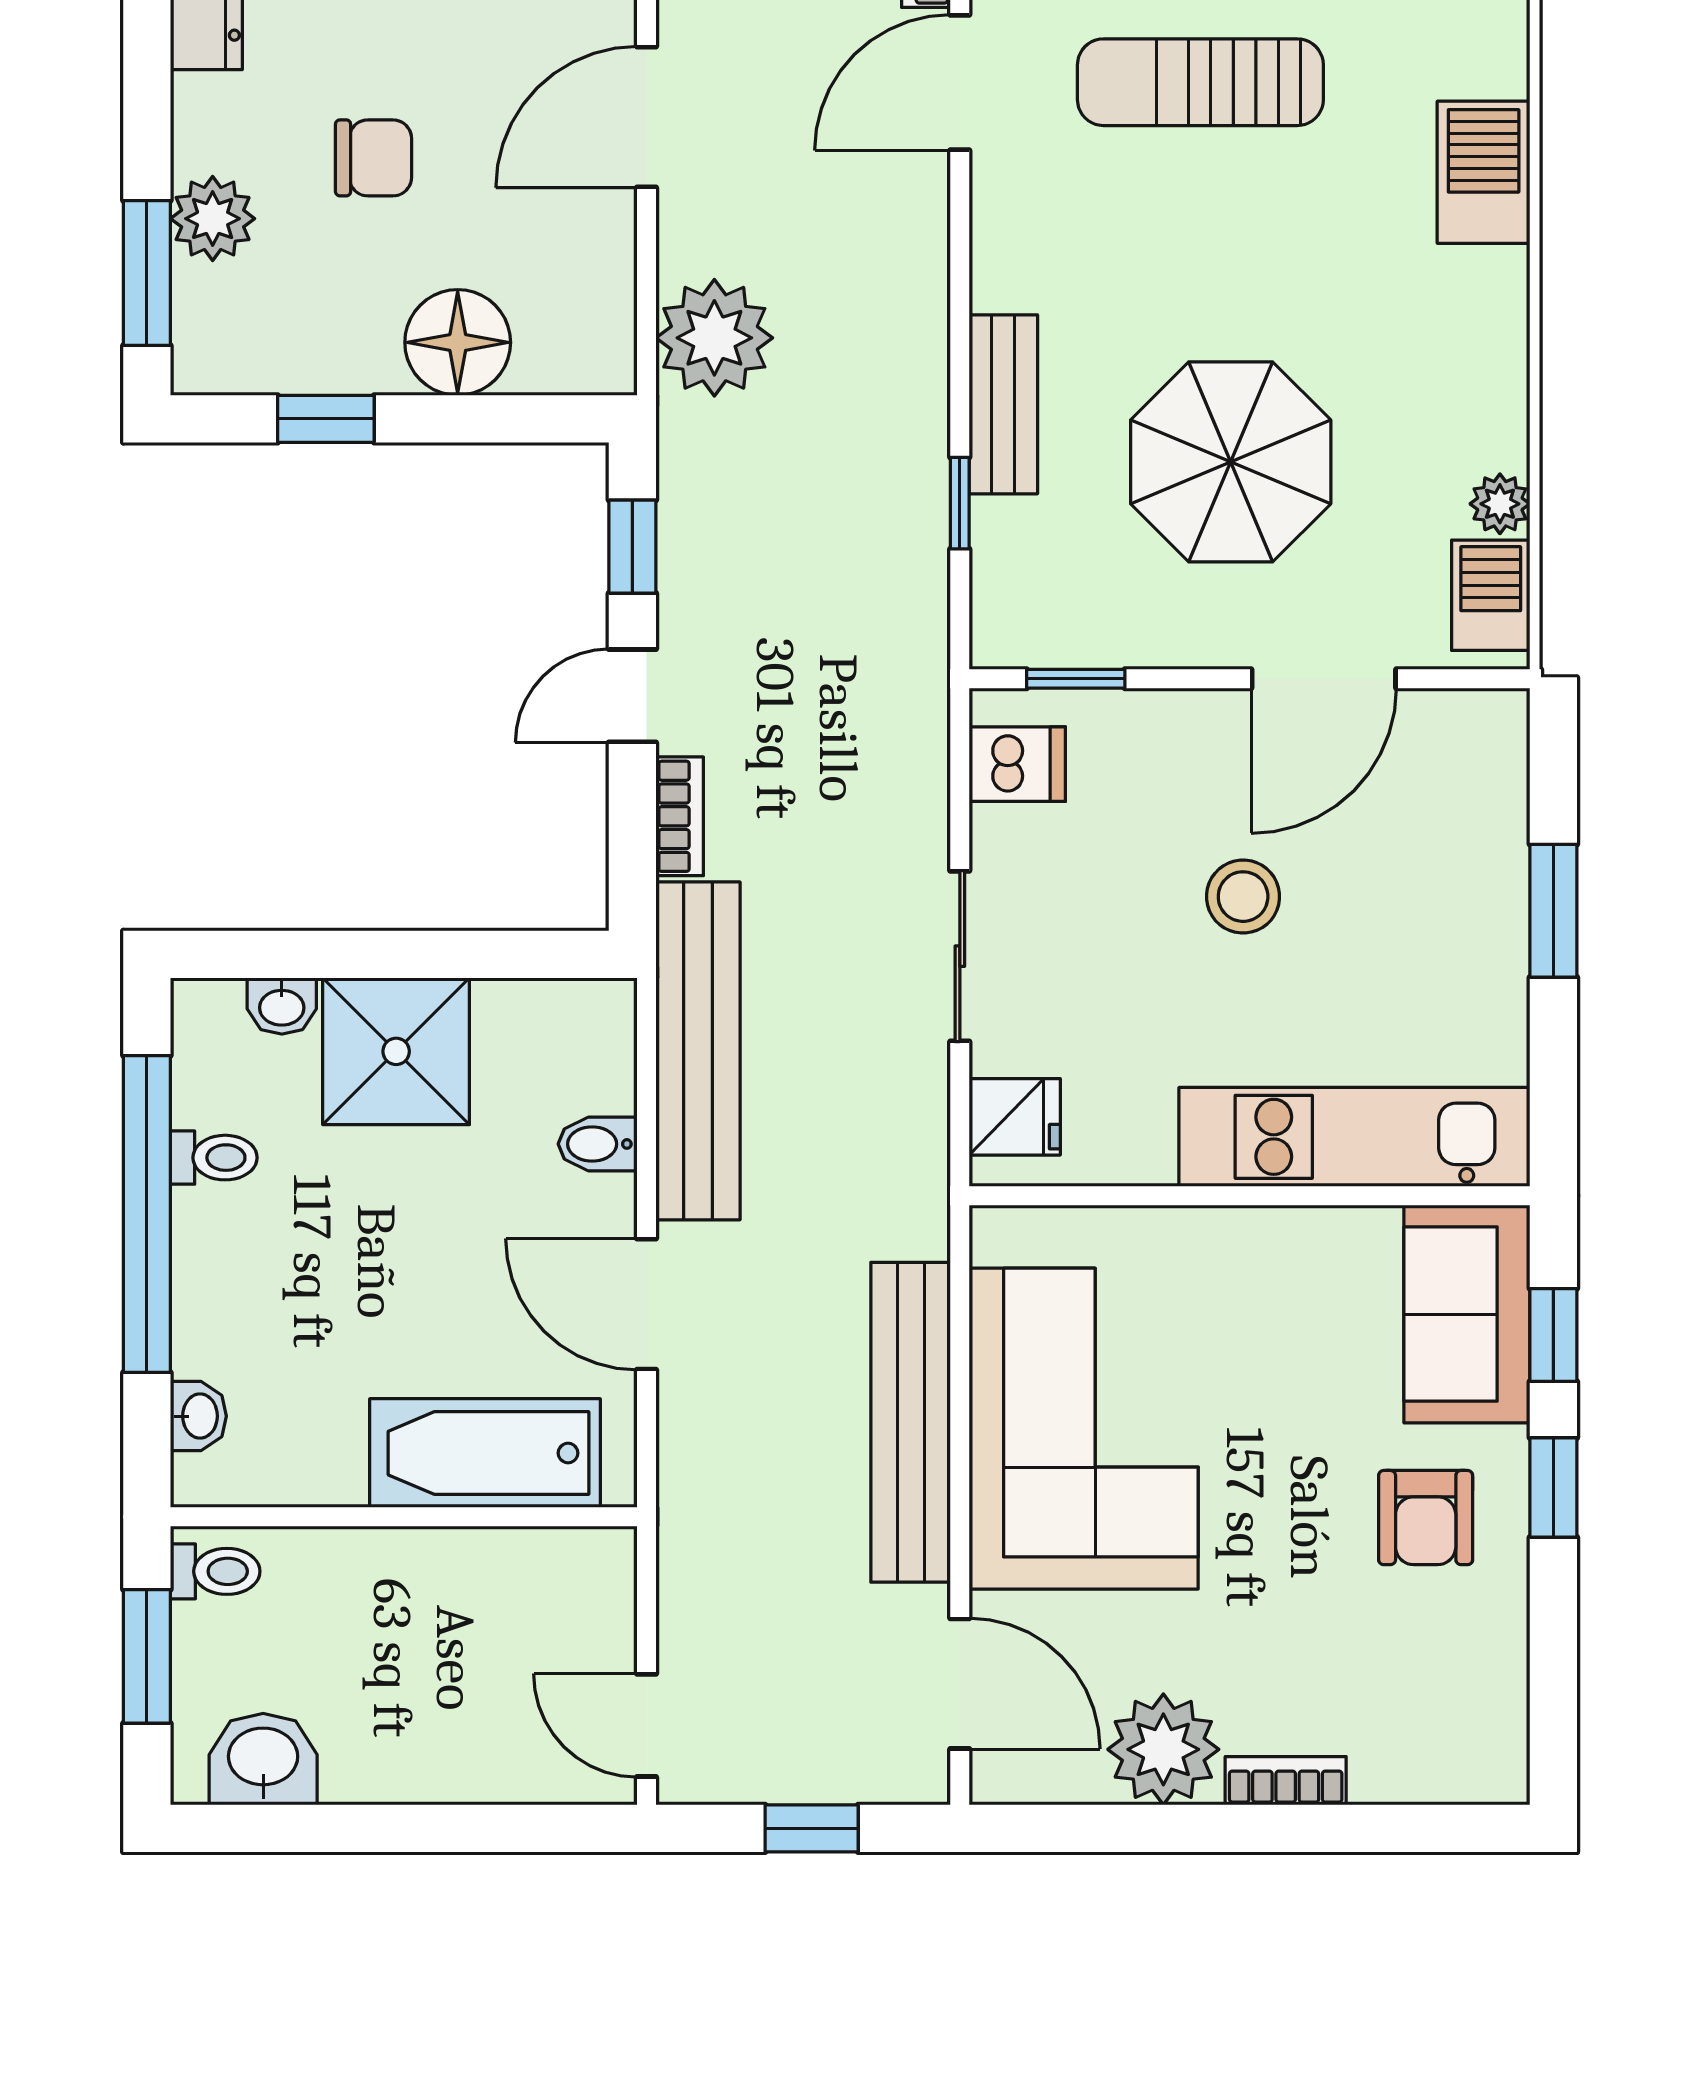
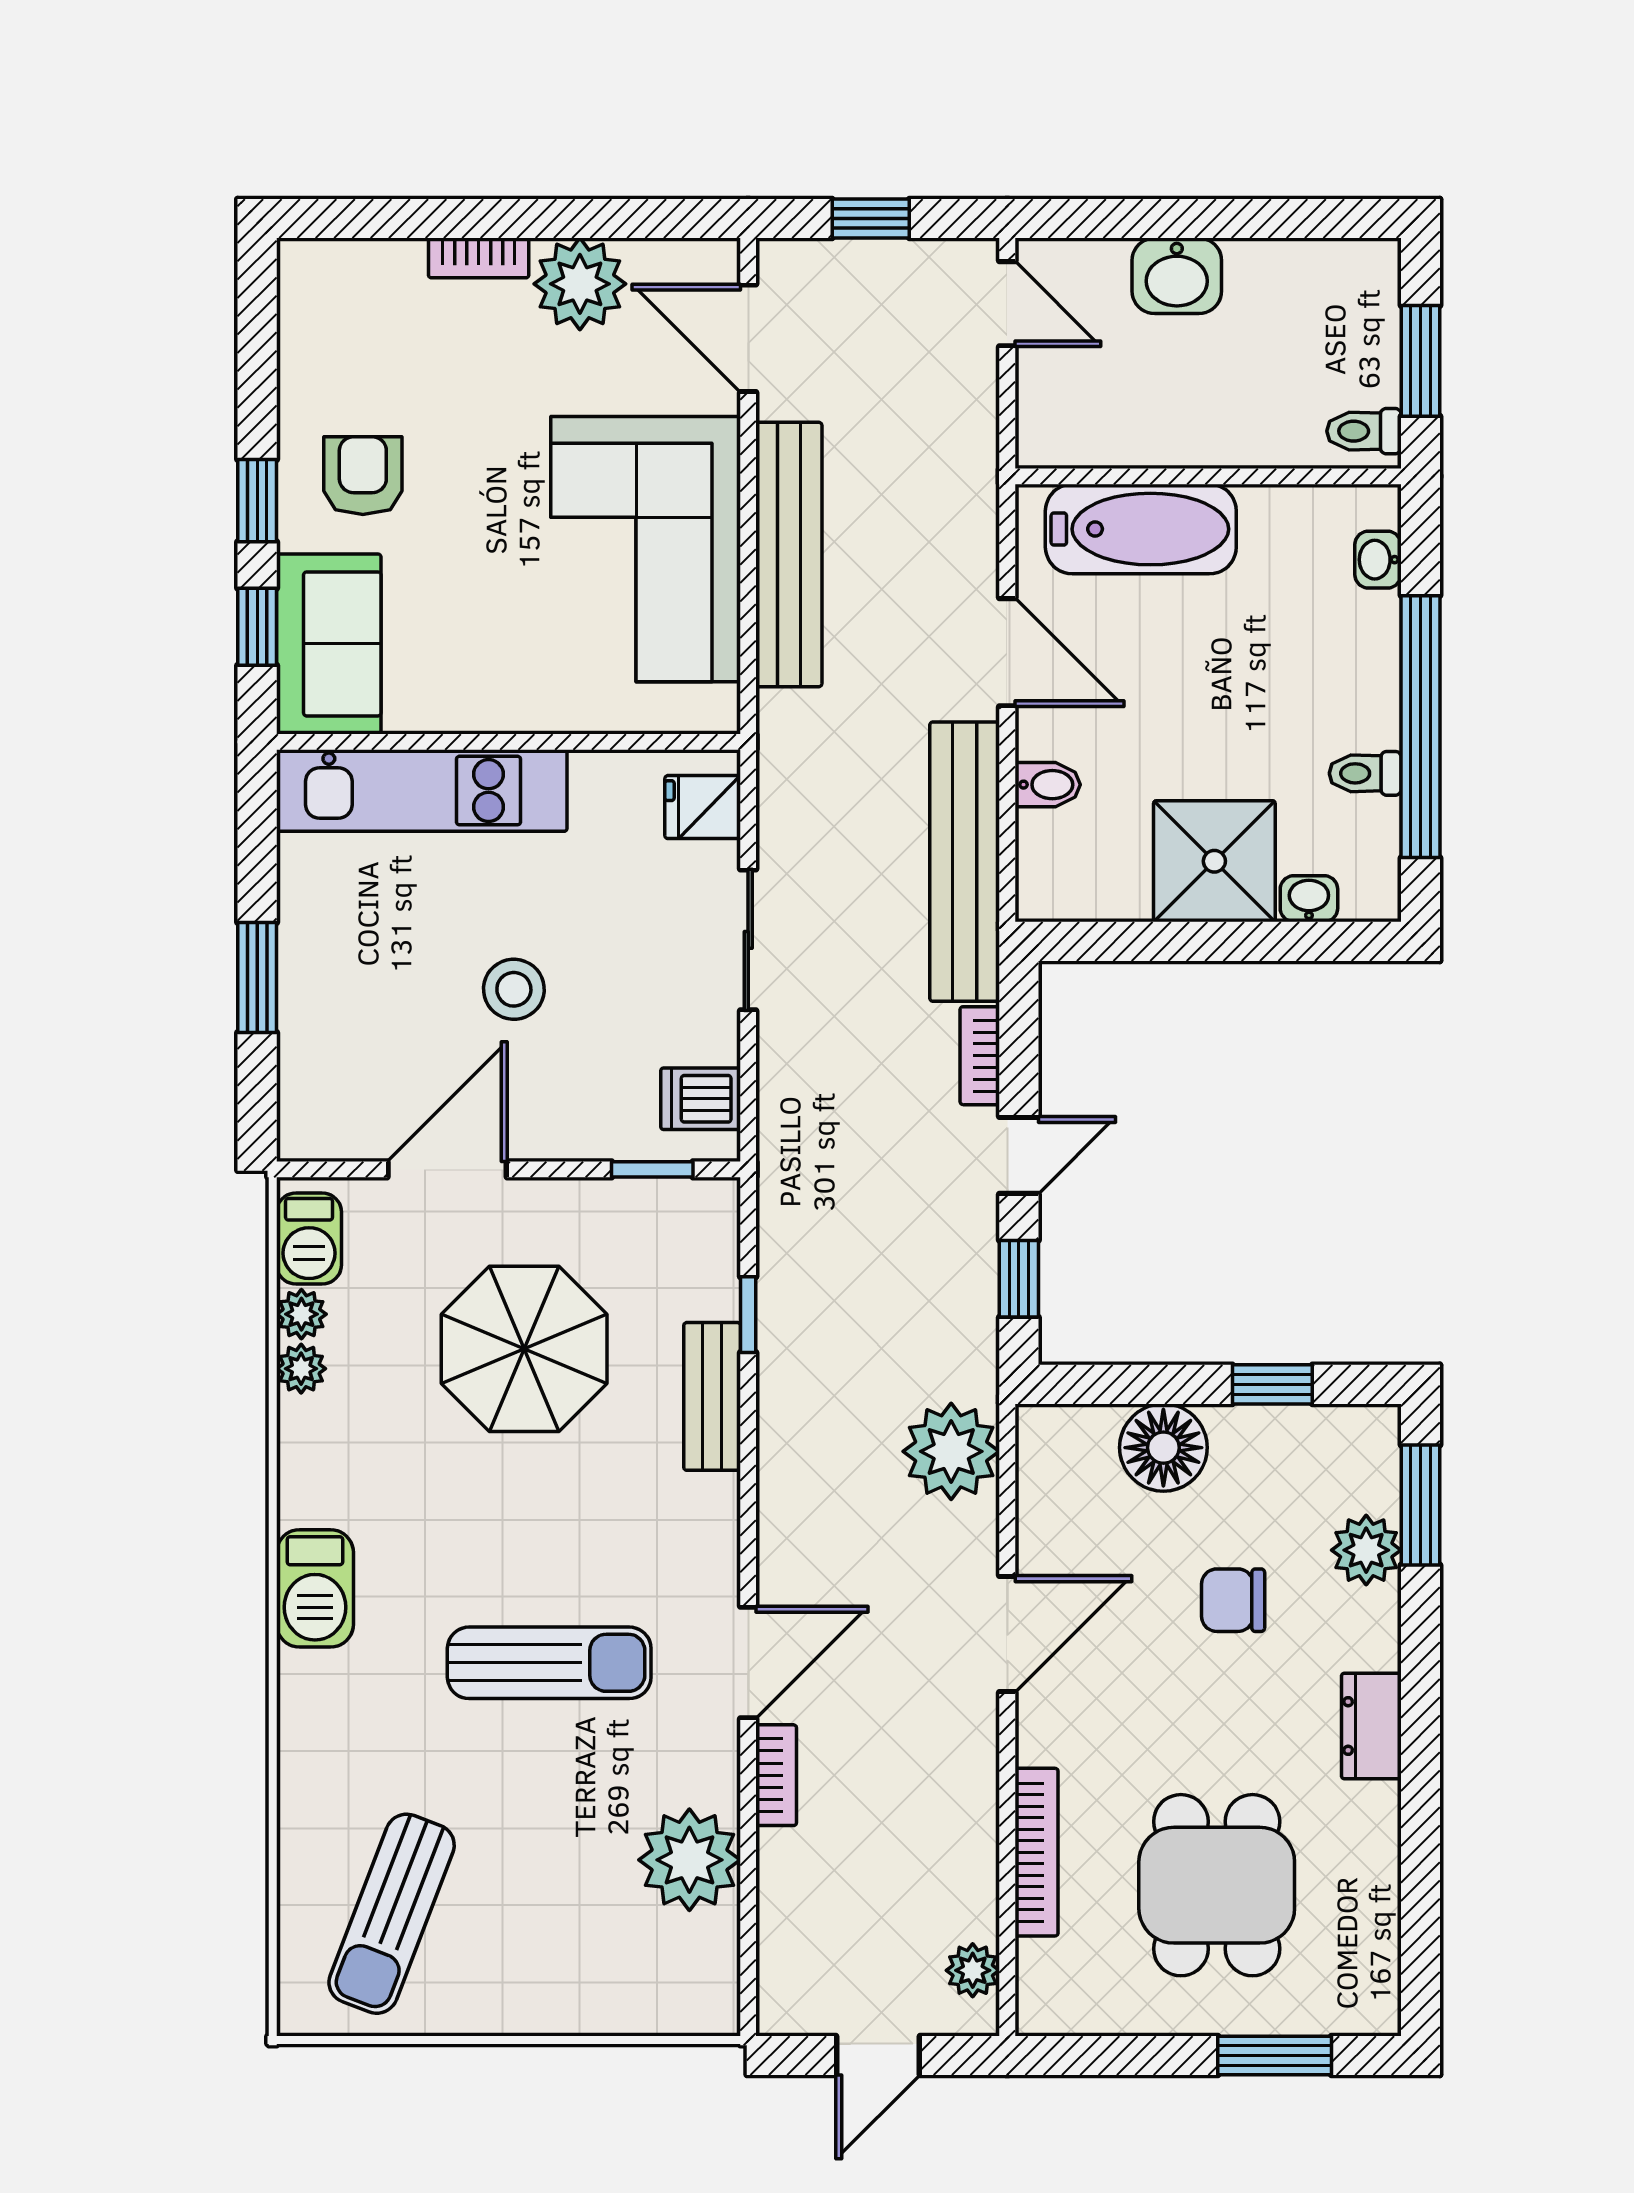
plant: (1500, 438) -> (301, 1369), added
washbasin: (263, 1759) -> (1177, 276), moved

